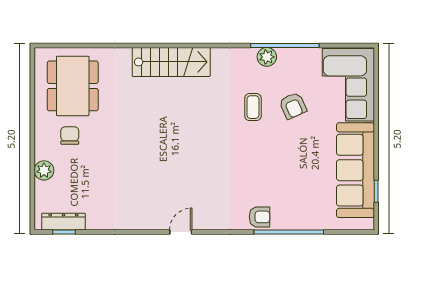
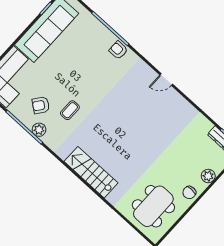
armchair: (293, 106) -> (41, 105), moved, turned -119
chair: (70, 136) -> (189, 192), moved

